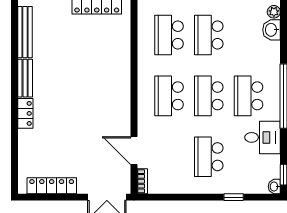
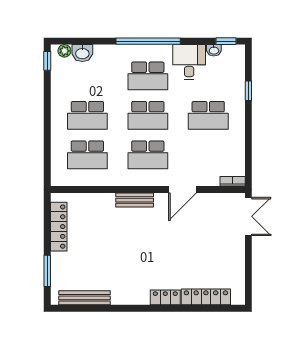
bench: (25, 78) -> (135, 200), moved
door: (134, 151) -> (183, 190), moved
locker: (52, 186) -> (206, 297), moved, turned 90
washbasin: (274, 187) -> (214, 50), moved

